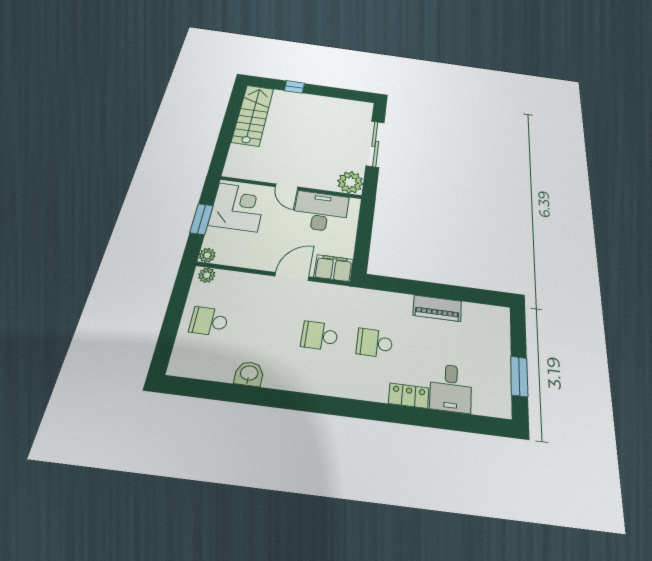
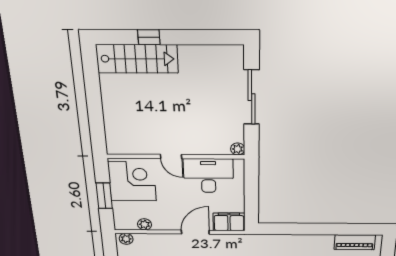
stairs: (253, 115) -> (137, 59), moved, turned 90
plant: (350, 182) -> (238, 149), width x0.53, depth x0.53
plant: (207, 255) -> (145, 224), moved
piano: (437, 308) -> (355, 242), moved

